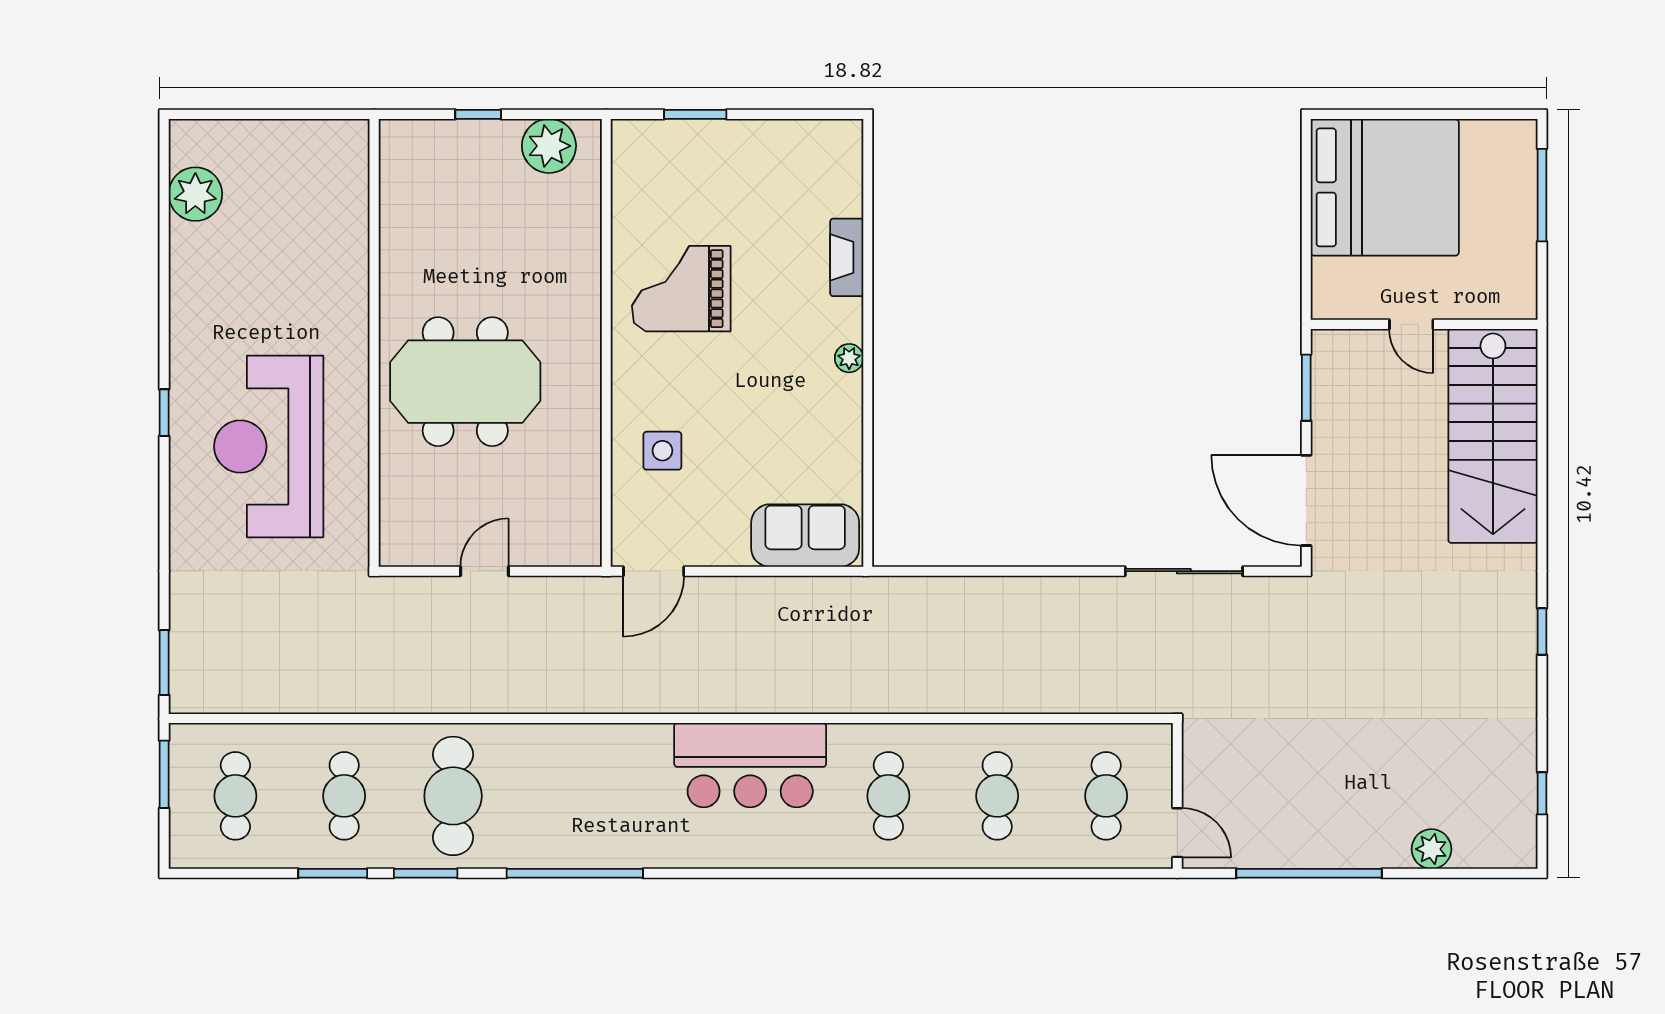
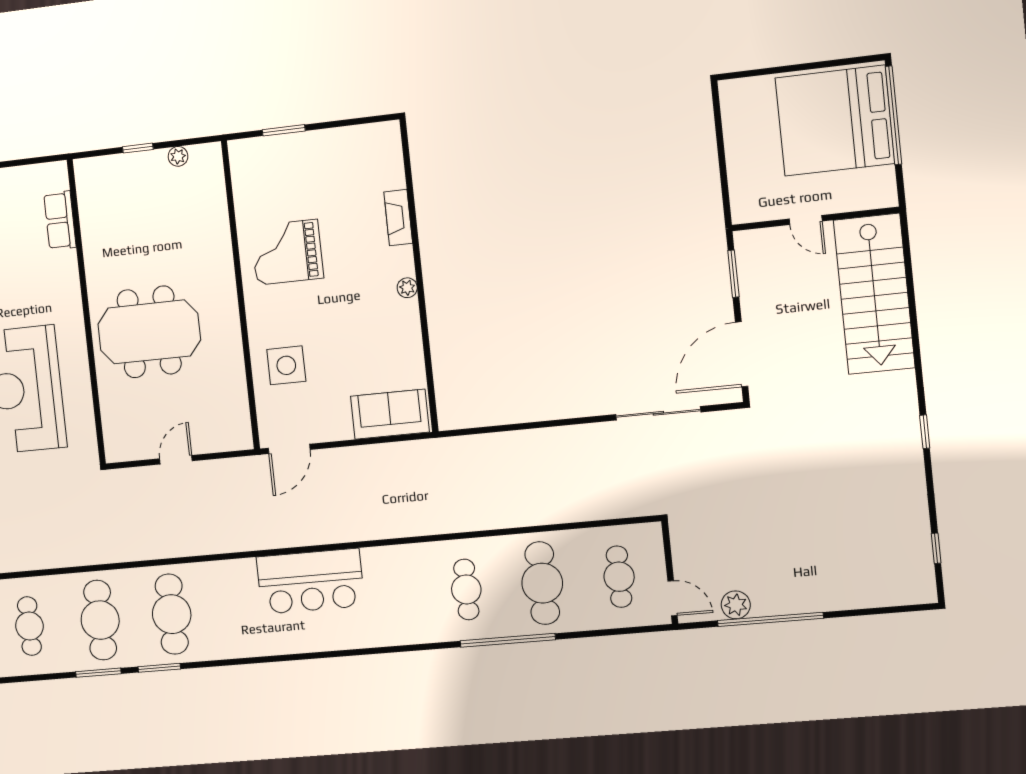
plant: (549, 146) -> (178, 156), width x0.53, depth x0.53
bed: (1385, 187) -> (835, 121), moved, turned 180
window: (1542, 195) -> (893, 115), width x1.46
row of seats: (350, 205) -> (60, 220), added
side table: (662, 451) -> (286, 365), width x1.37, depth x1.37
door: (1306, 500) -> (742, 354), hinge flipped
bar counter: (750, 765) -> (310, 581), moved
cafe table: (344, 796) -> (100, 620), width x1.37, depth x1.35
cafe table: (997, 796) -> (542, 583), width x1.37, depth x1.35
plant: (1431, 849) -> (736, 605), moved
window: (575, 873) -> (508, 640), moved

